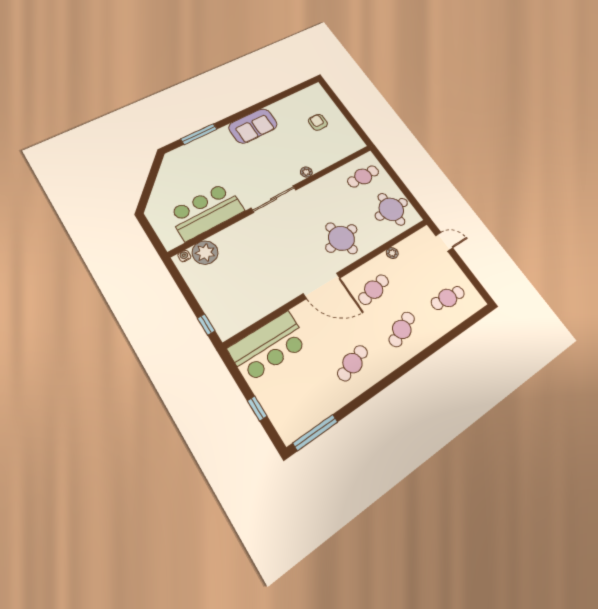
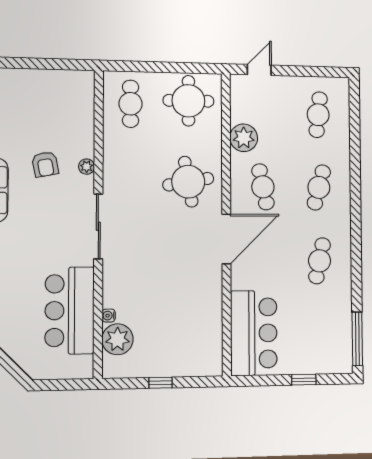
armchair: (318, 122) -> (45, 164), moved, turned -101
plant: (392, 253) -> (244, 138), width x1.87, depth x1.87
water cooler: (184, 256) -> (109, 316), moved
window: (206, 325) -> (161, 383), moved
cafe table: (402, 329) -> (319, 187), turned 39
cafe table: (353, 363) -> (320, 261), turned 30

